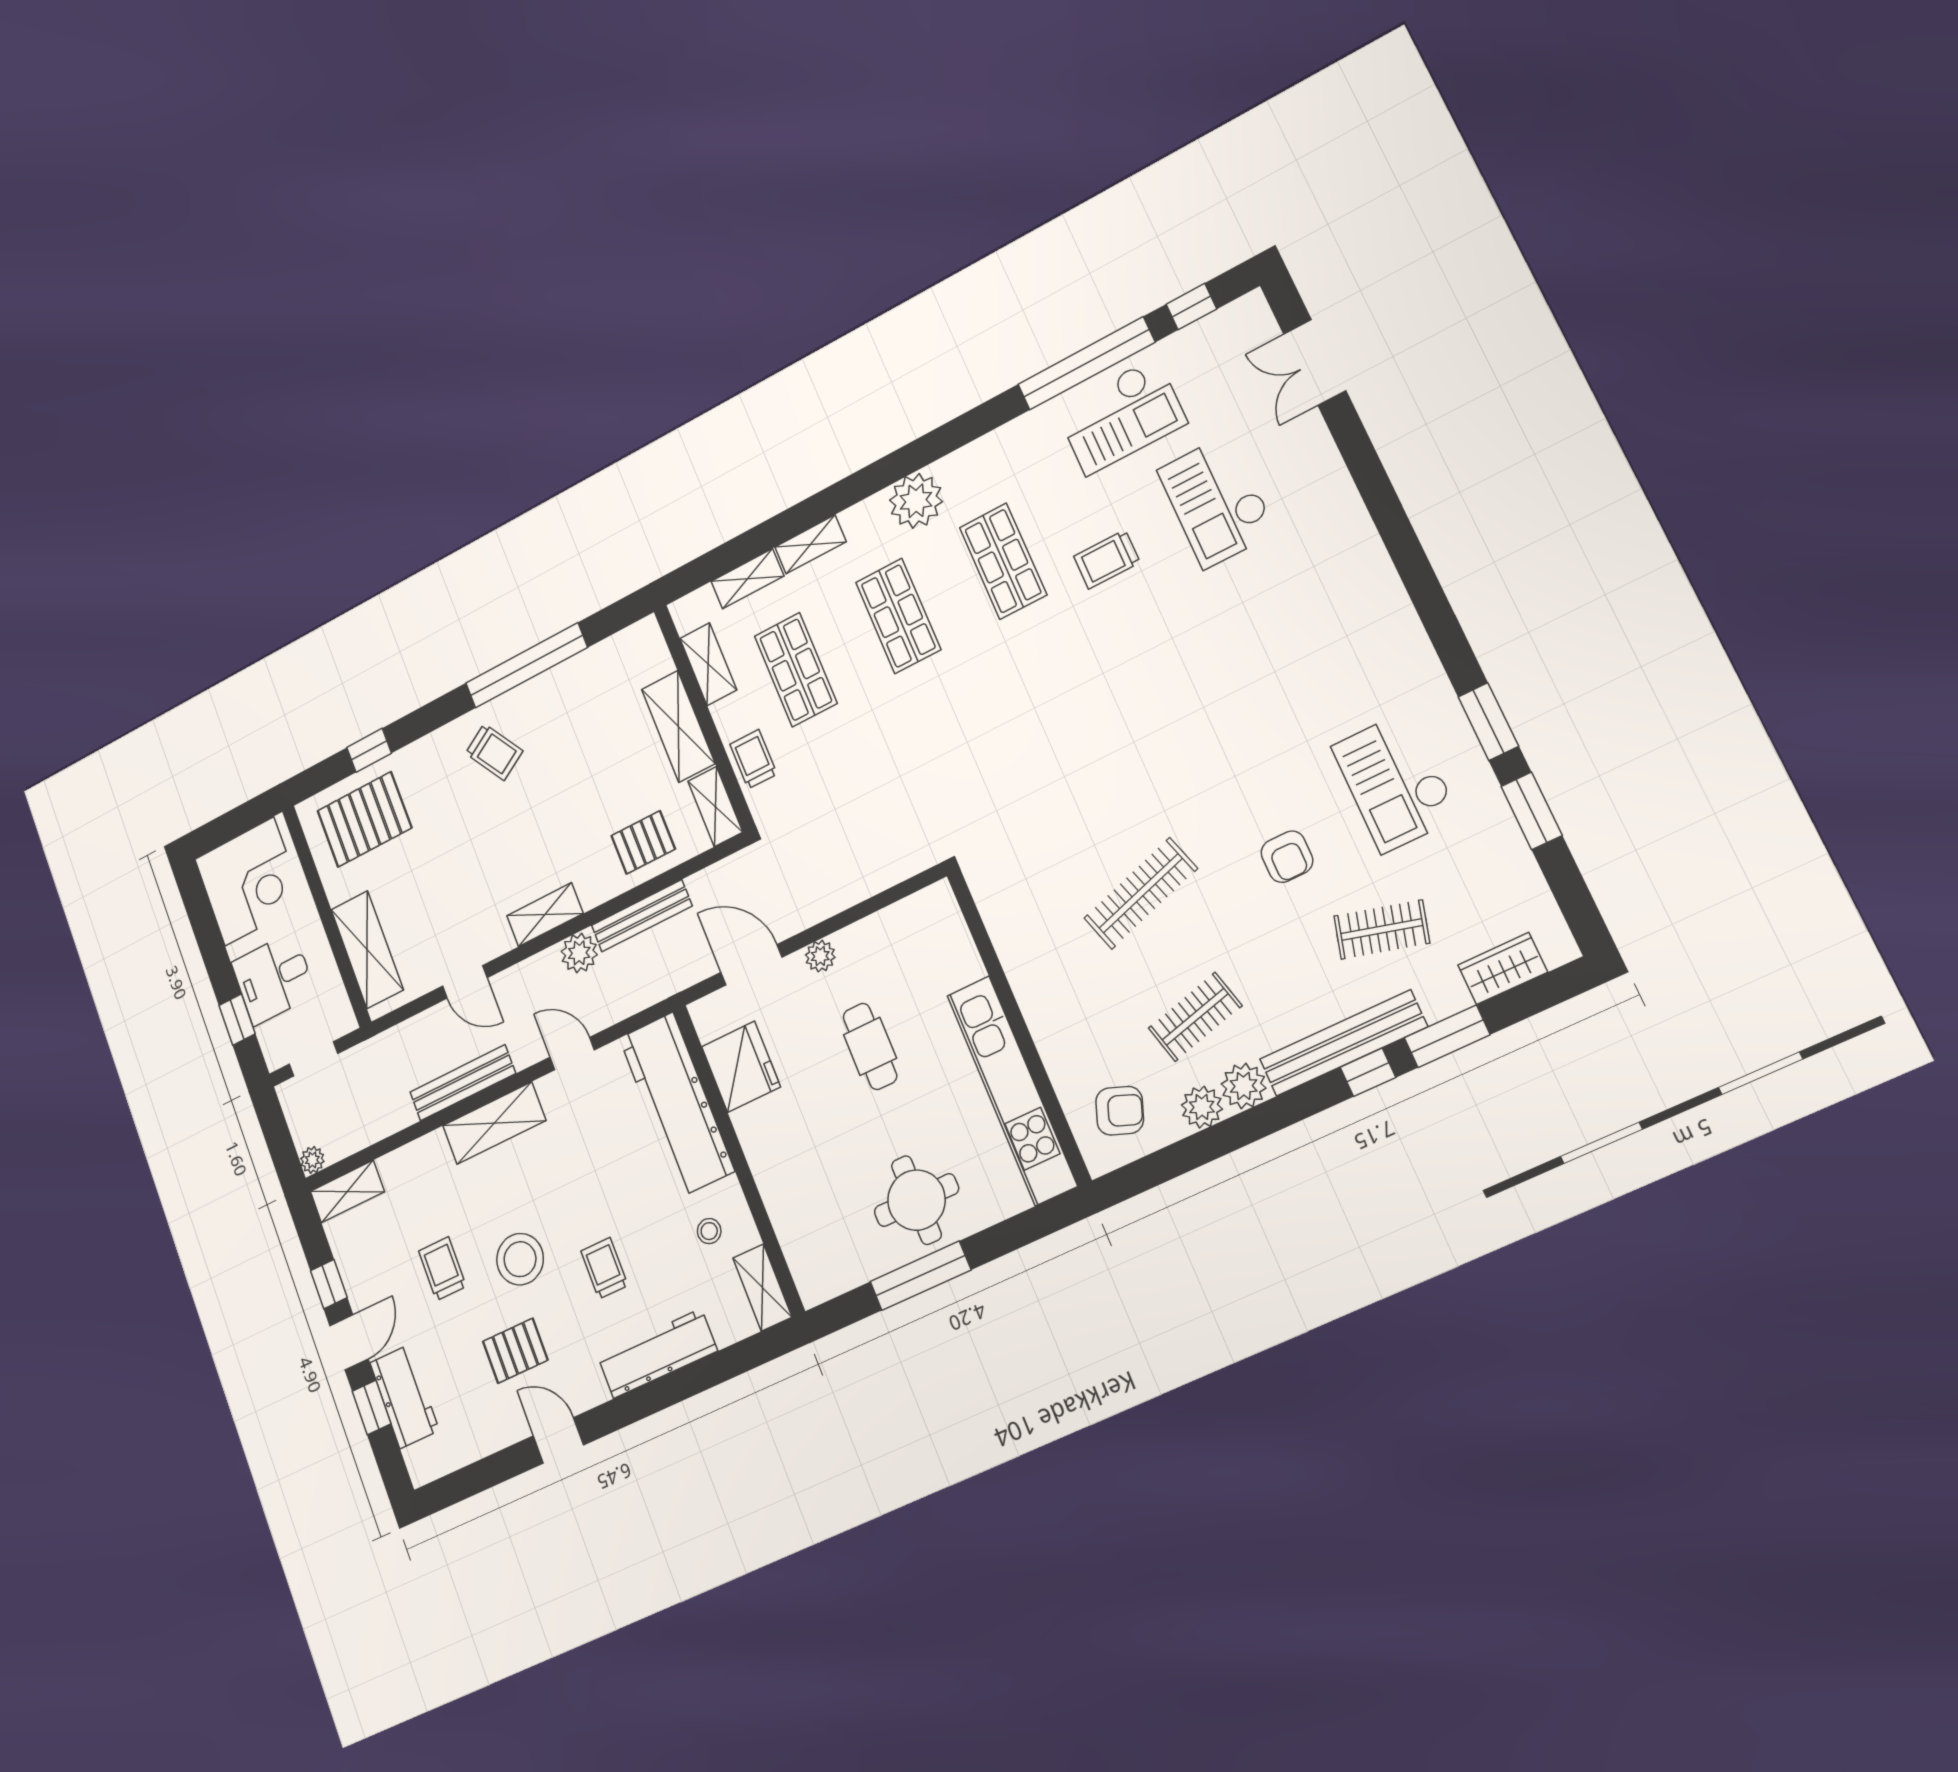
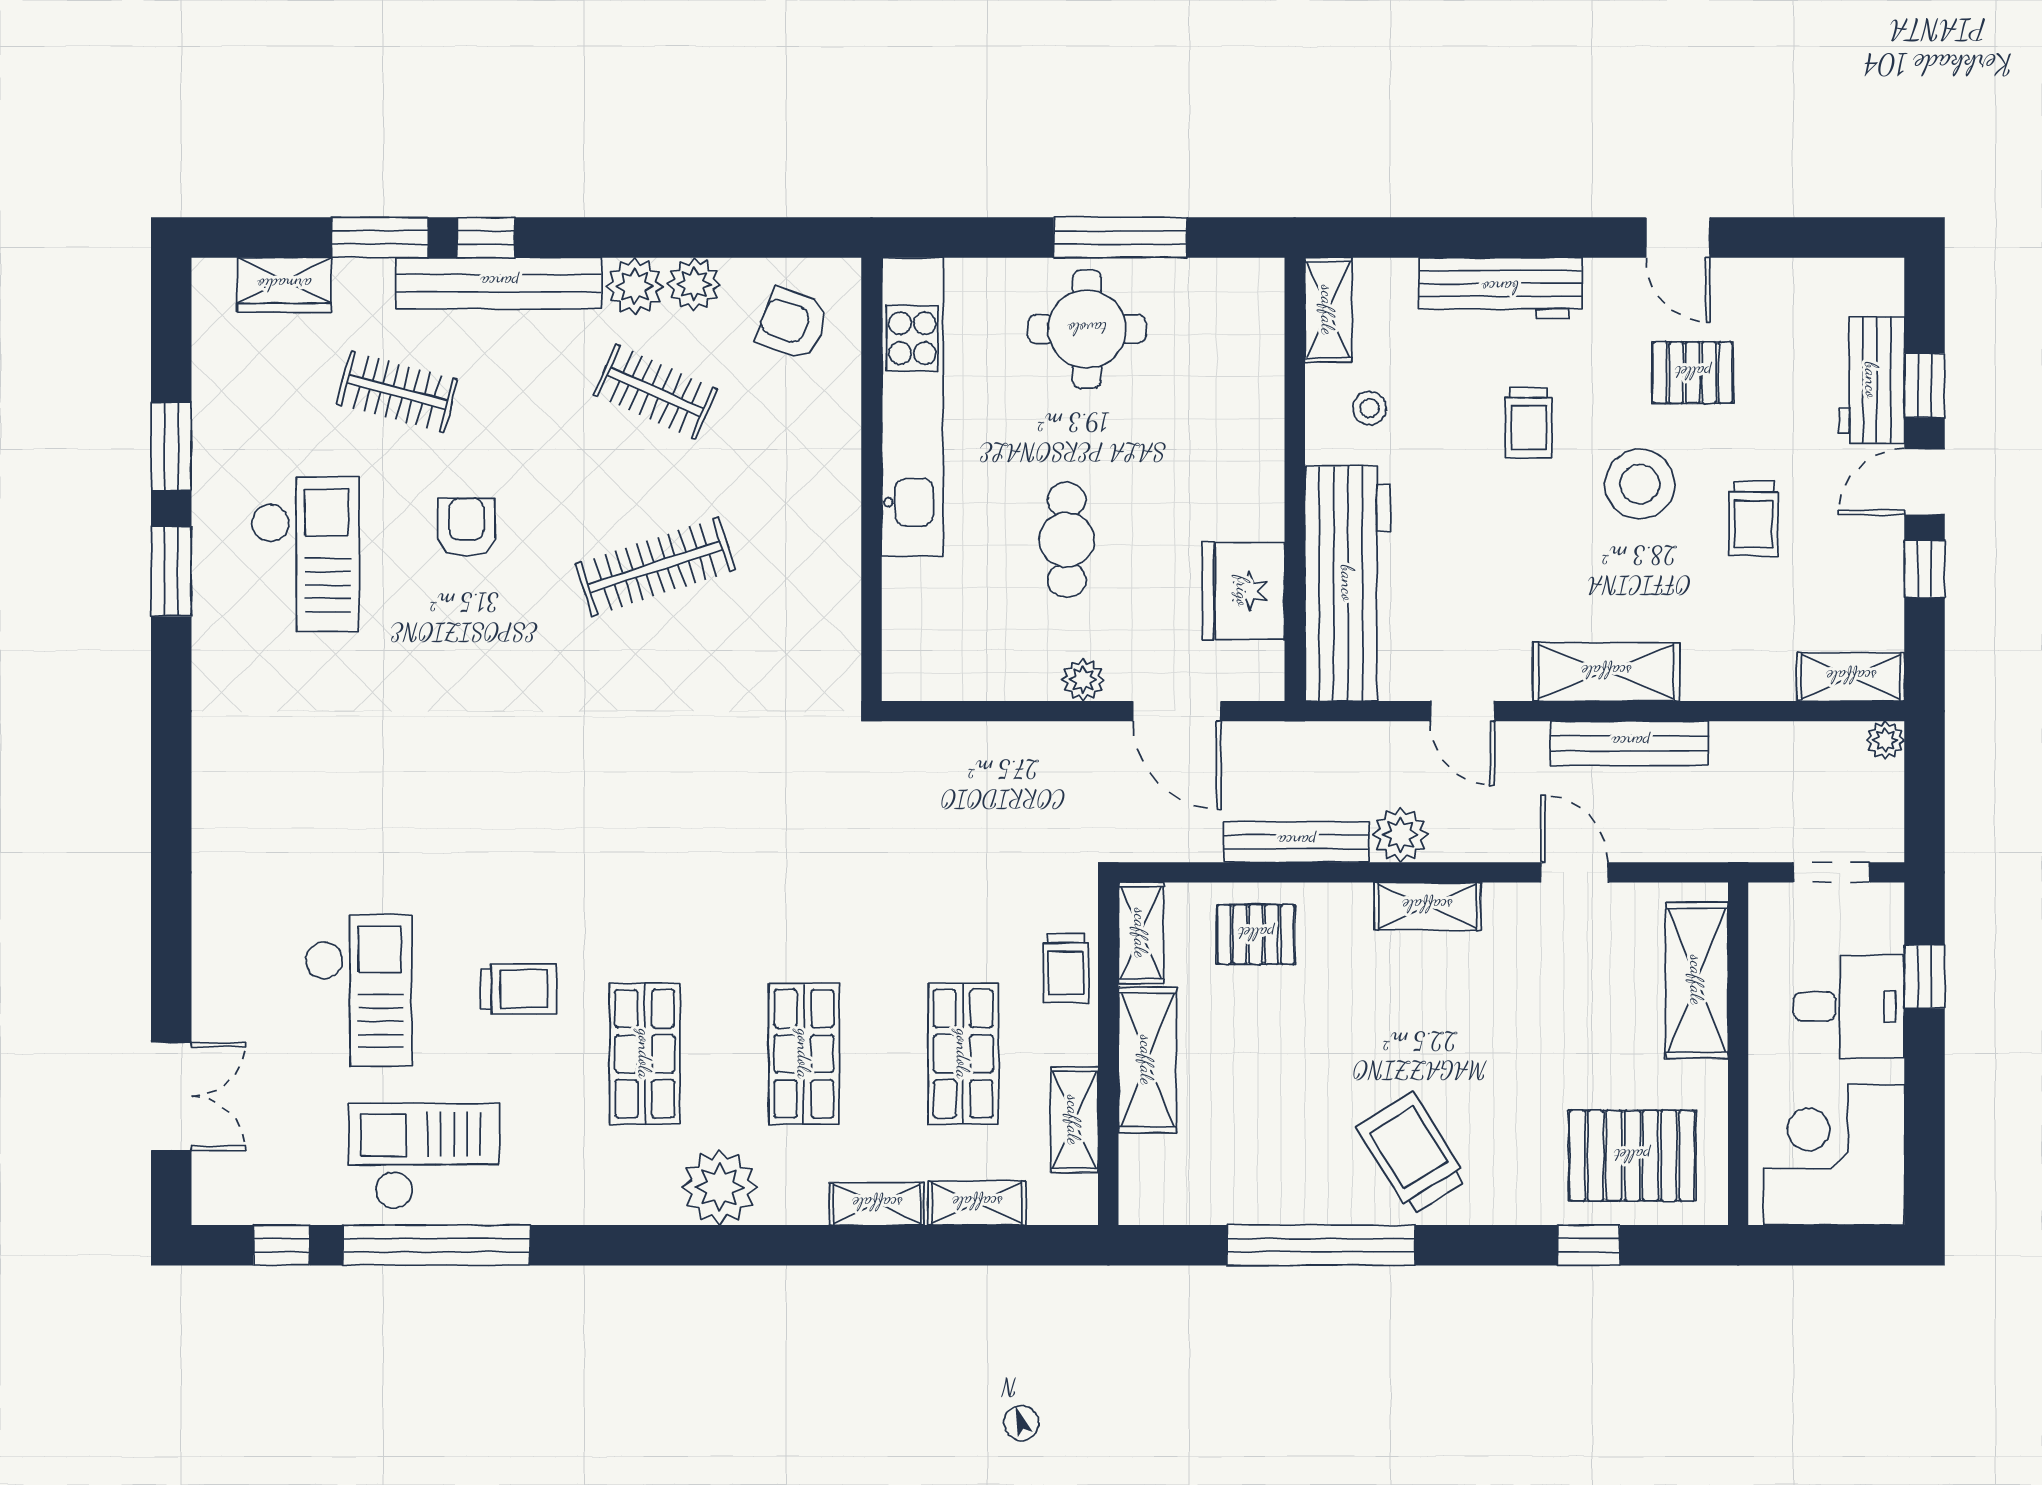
trolley: (494, 752) -> (1412, 1153), width x1.36, depth x1.39
clothes rail: (1195, 1017) -> (656, 392), turned 39

